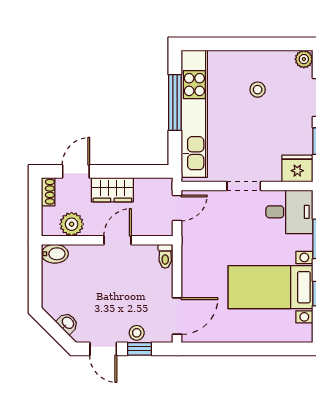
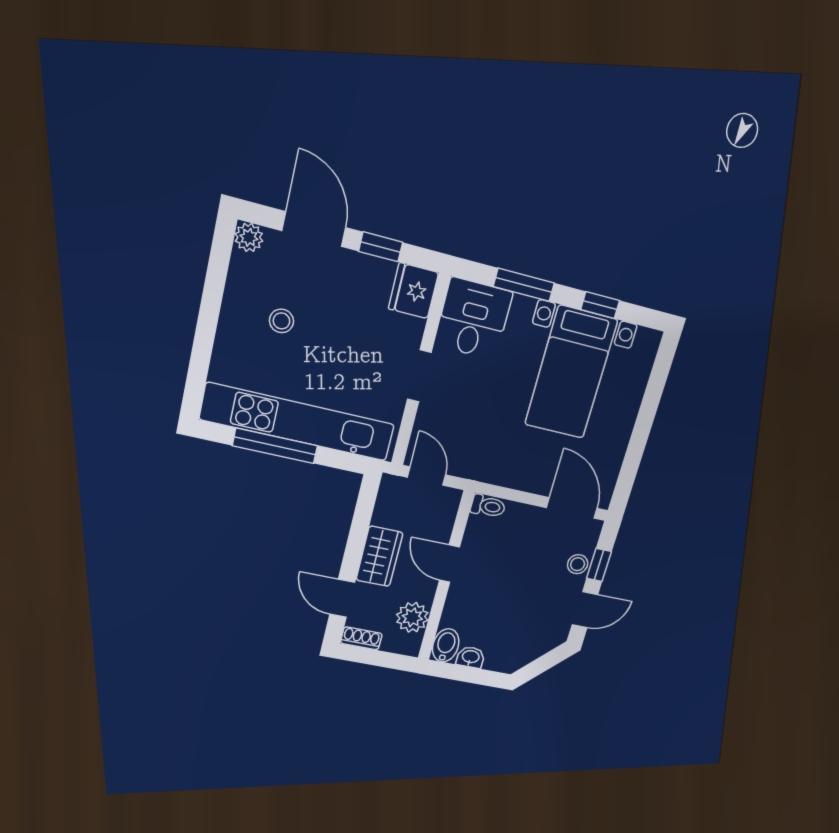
washbasin: (68, 323) -> (471, 657), moved, turned 45

